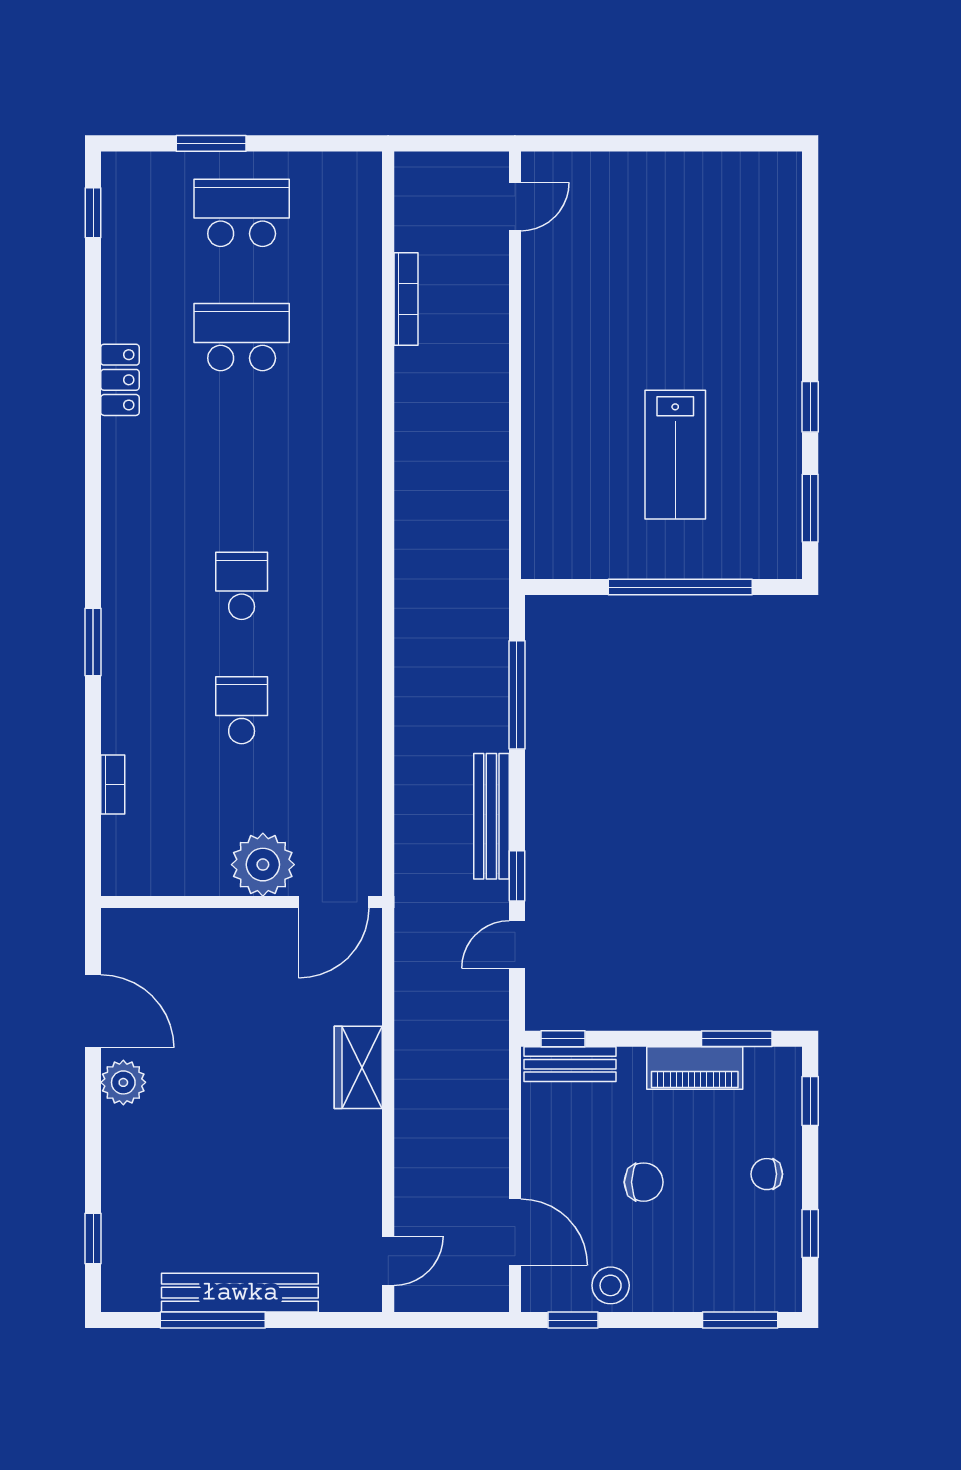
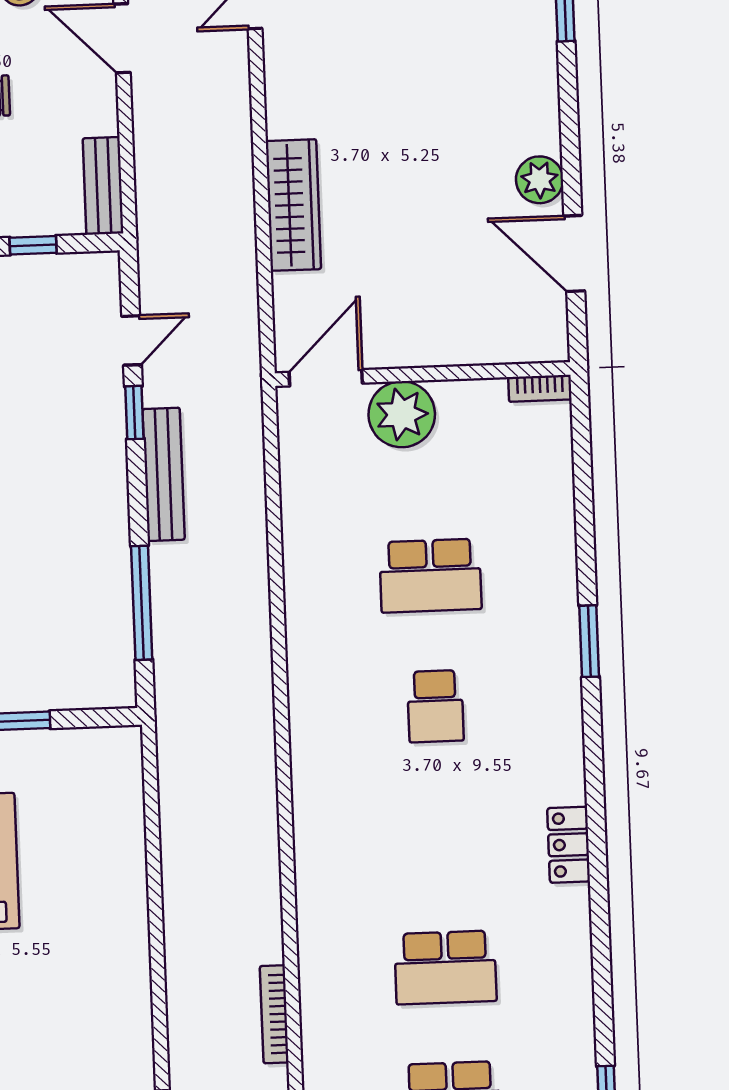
locker: (120, 380) -> (569, 845), moved
school desk: (242, 710) -> (430, 576), width x1.85
bookcase: (113, 784) -> (540, 388), moved, turned -90
window: (563, 1039) -> (33, 245), moved
bench: (570, 1064) -> (103, 186), moved, turned 90
wardrobe: (358, 1067) -> (293, 205), width x1.50

